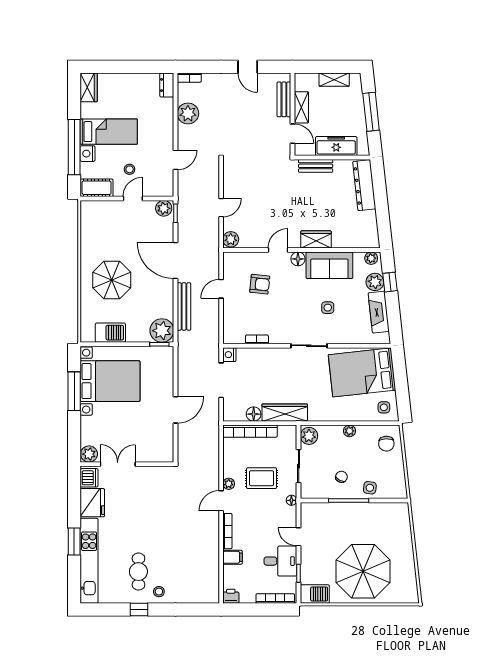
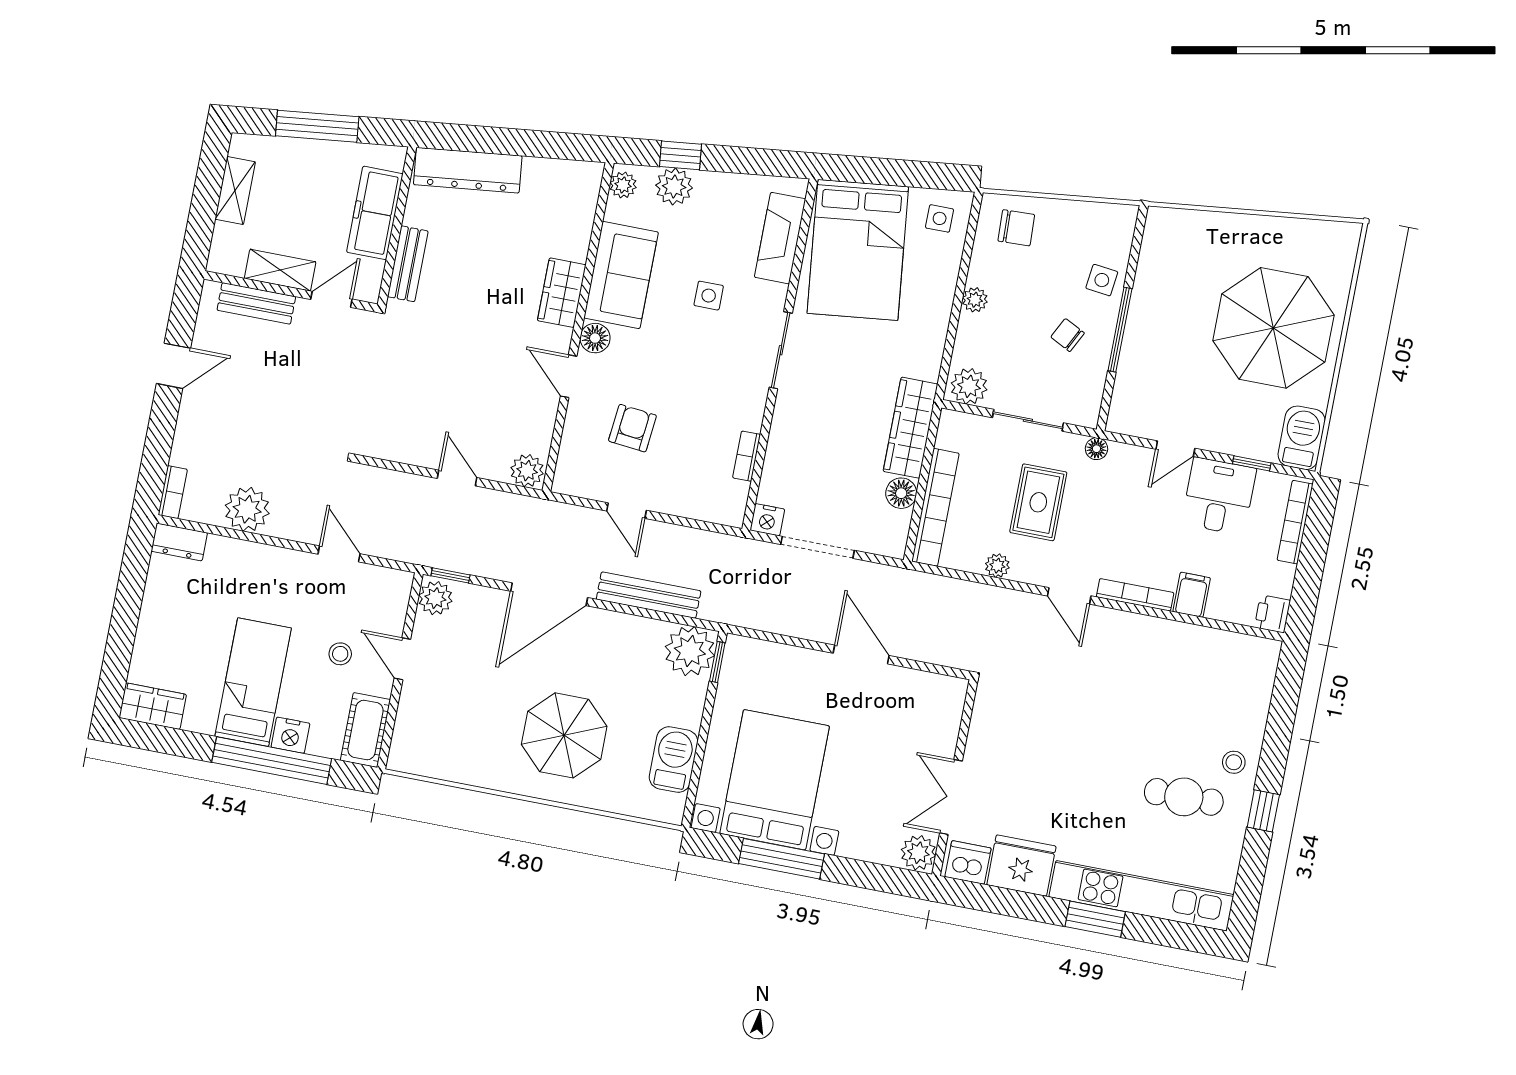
fireplace: (379, 312) -> (780, 238), moved, turned 96
plant: (229, 484) -> (997, 566), moved

